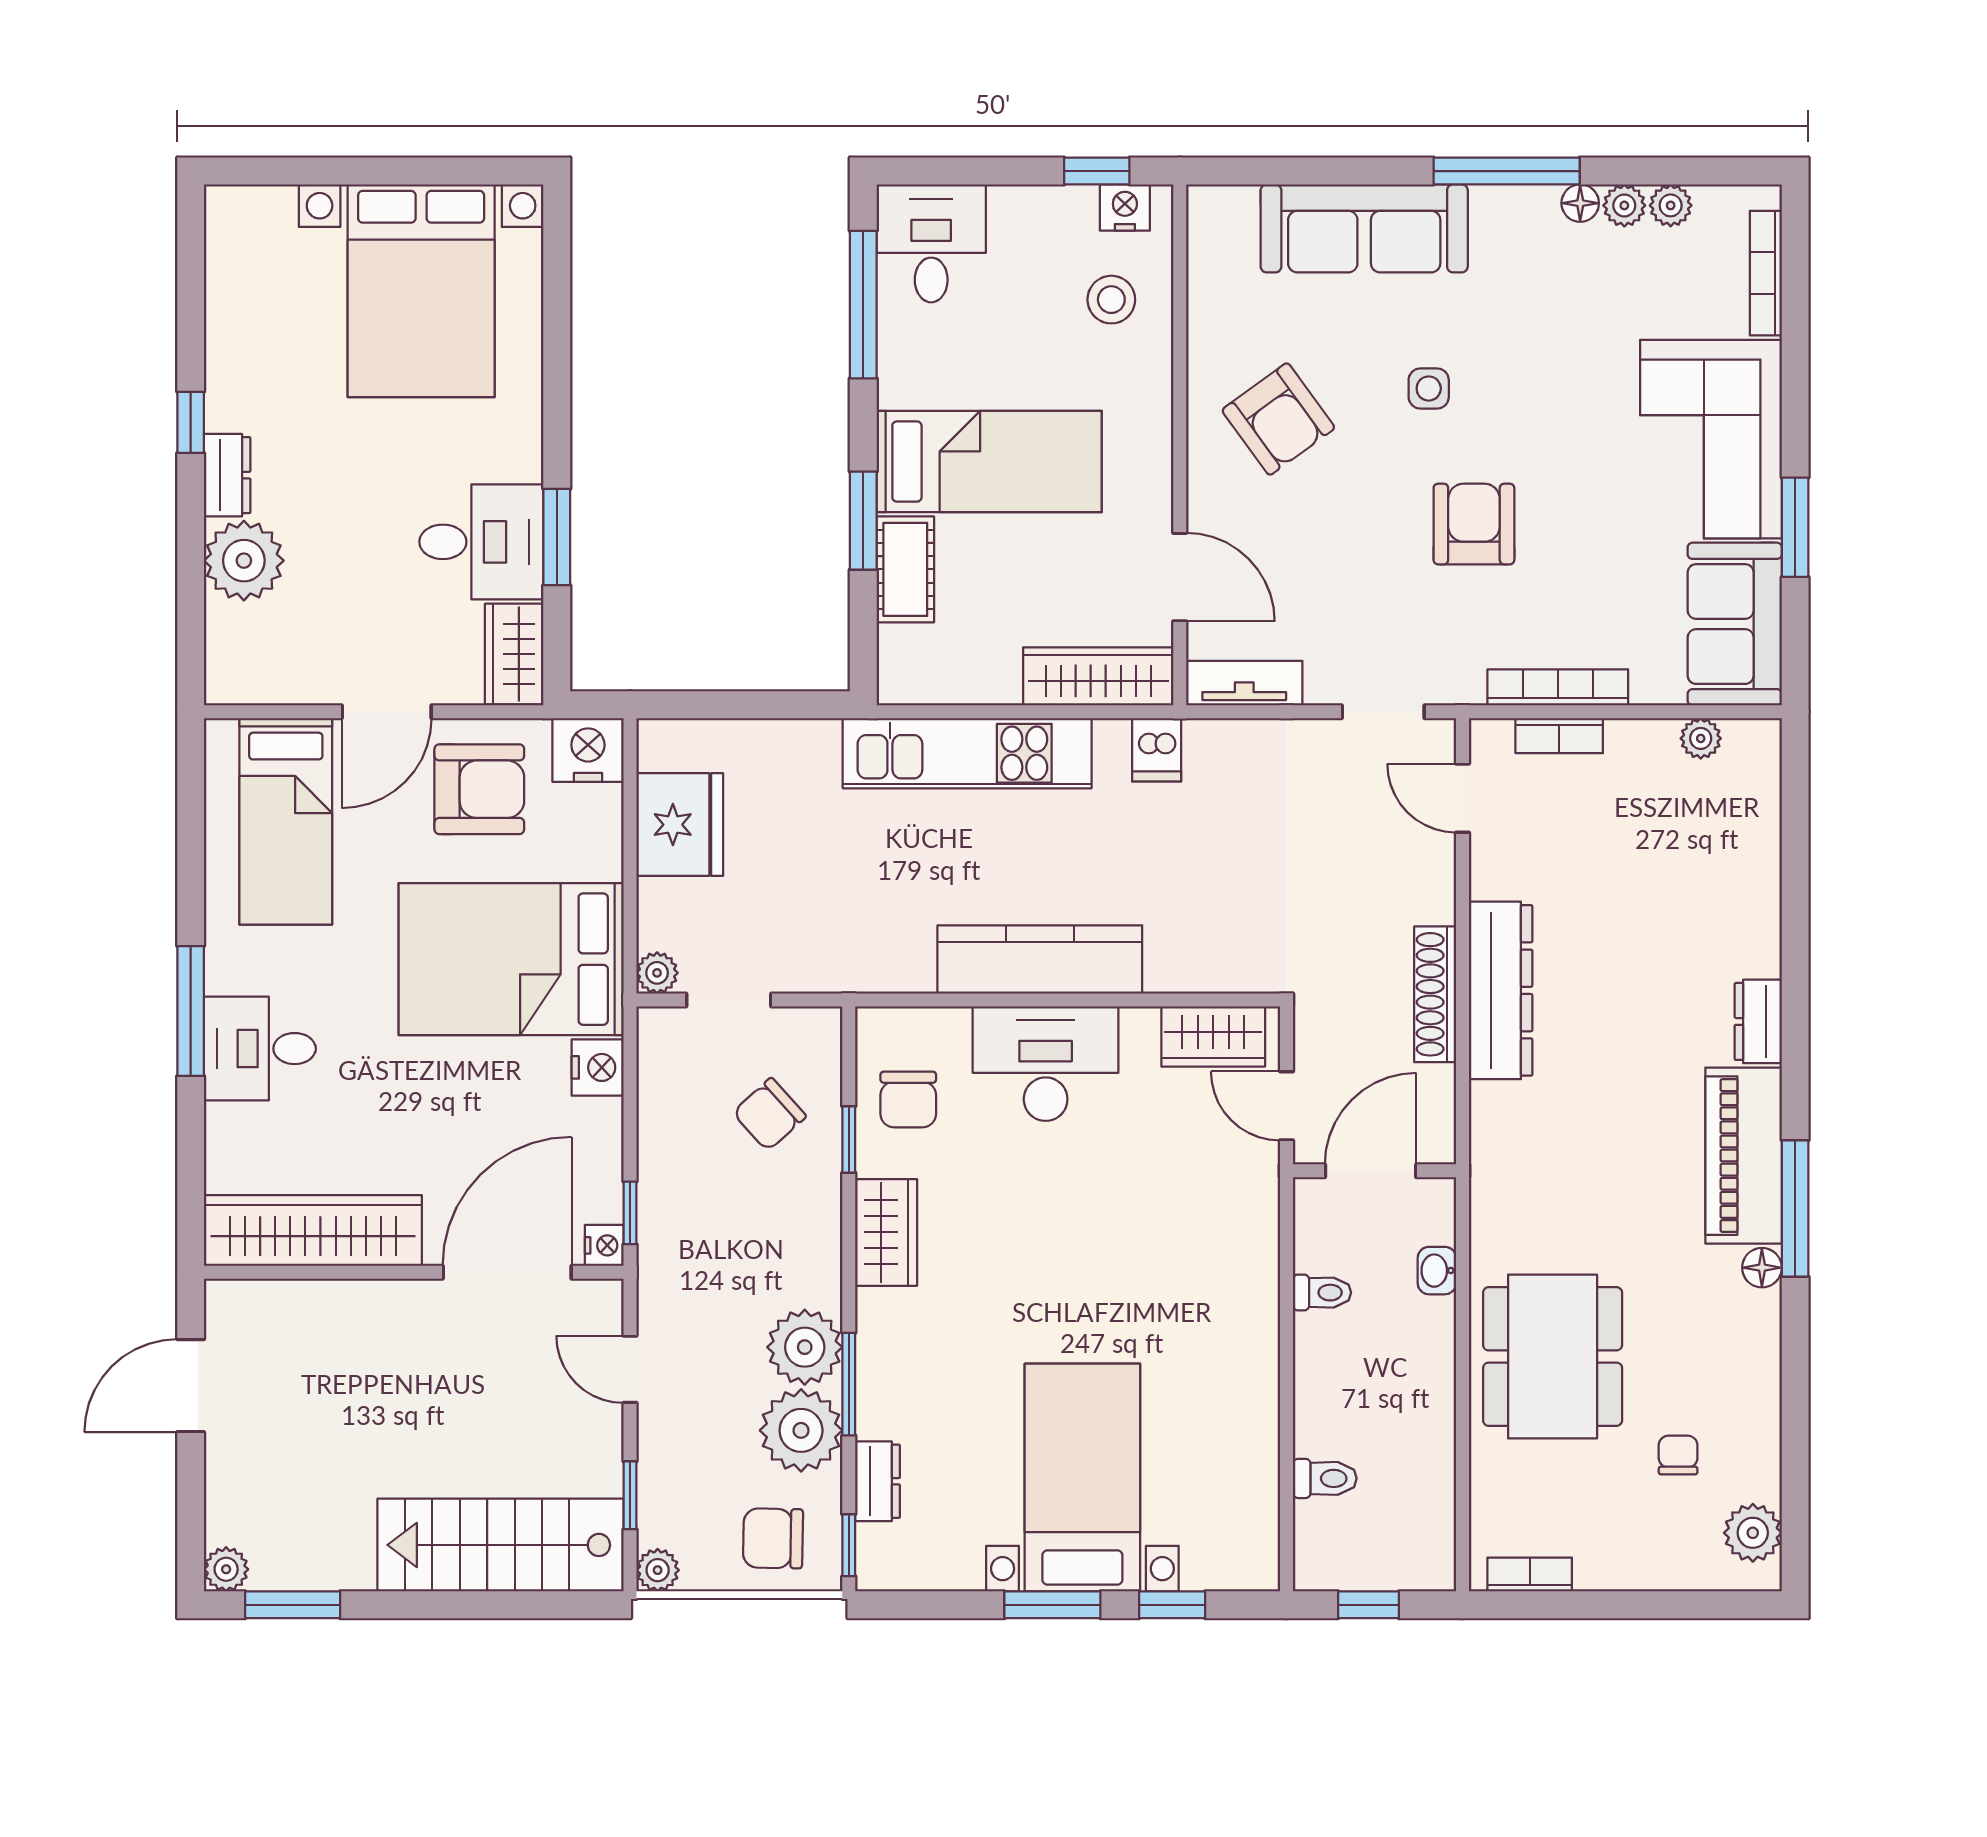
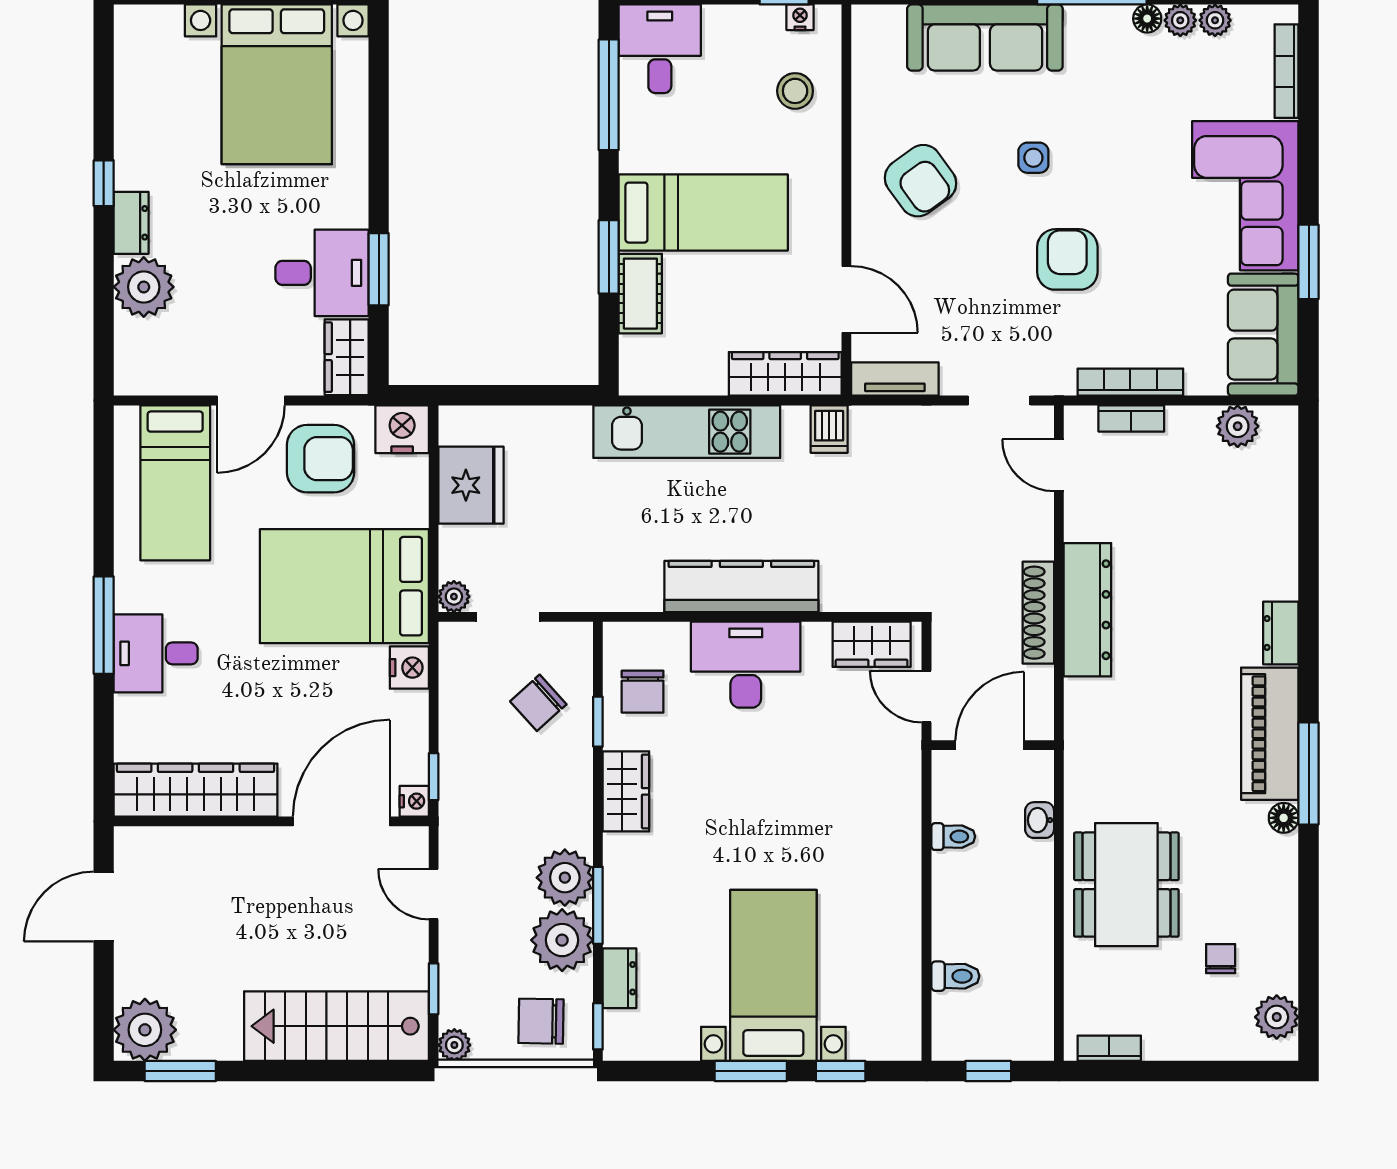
nightstand: (1125, 207) -> (800, 17), width x0.72, depth x0.74
plant: (1701, 738) -> (1238, 426), width x1.38, depth x1.38
plant: (226, 1569) -> (145, 1030), width x1.88, depth x1.88

